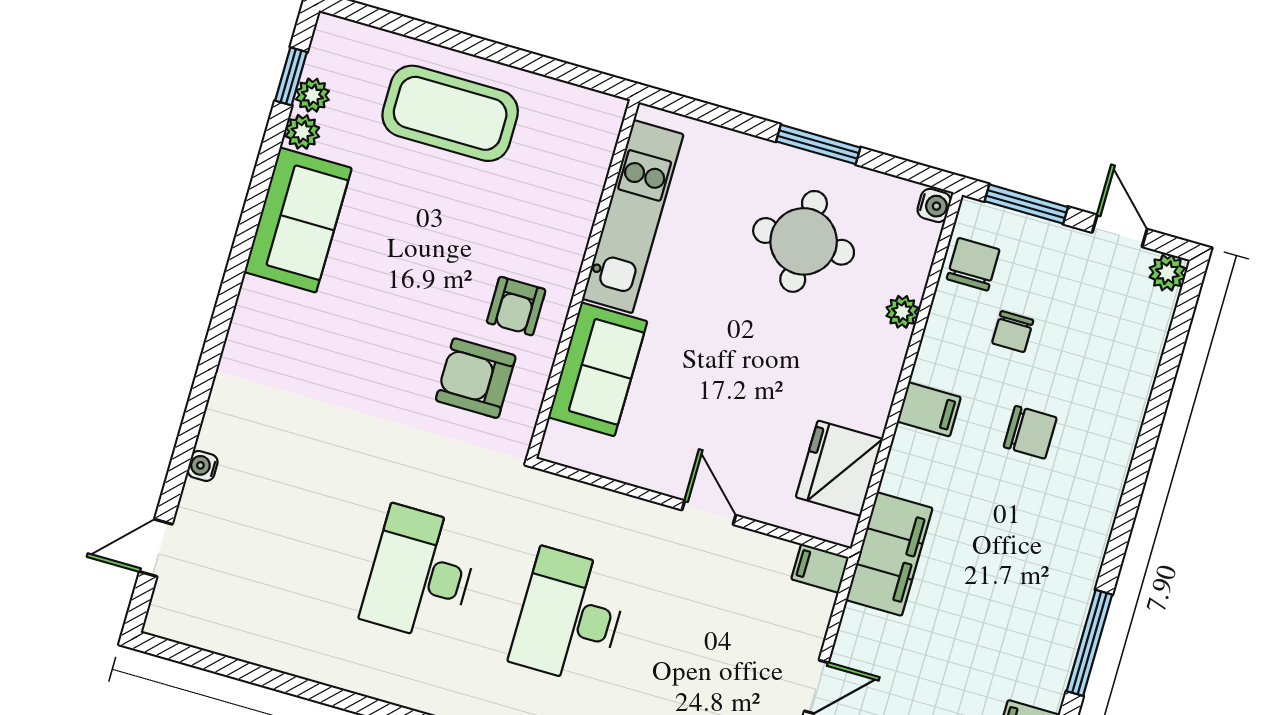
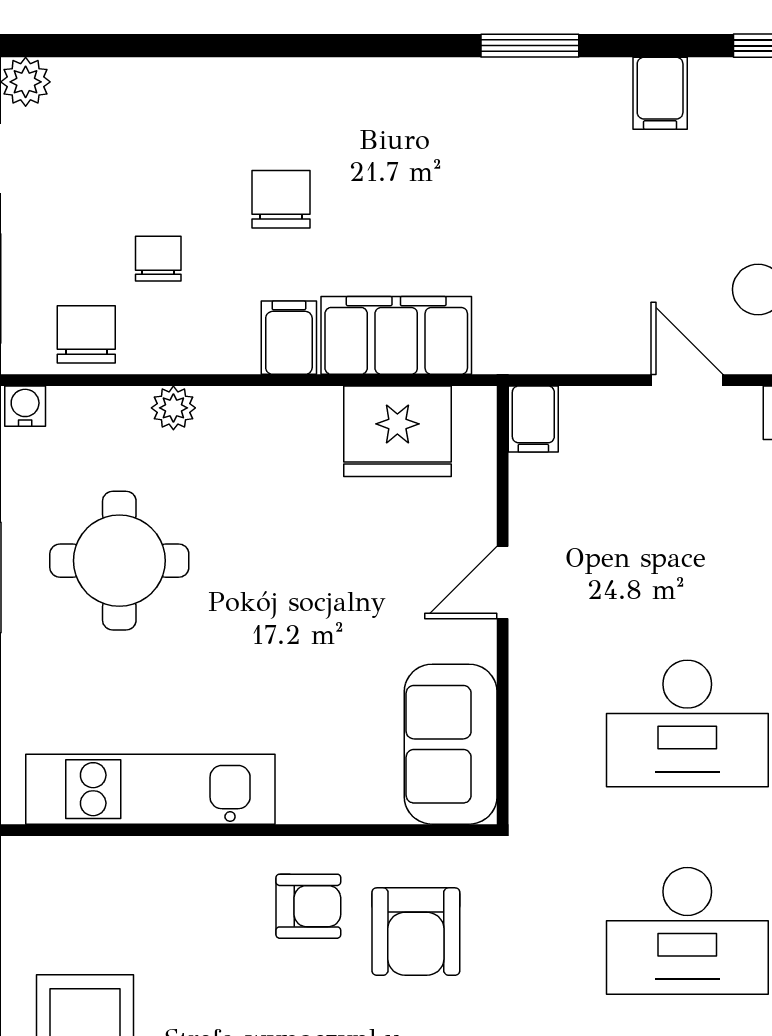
chair: (973, 264) -> (86, 334), turned 90
chair: (1013, 332) -> (158, 259), turned -90
sofa: (598, 369) -> (451, 744), moved, turned -90
filing cabinet: (889, 554) -> (396, 335), moved
window: (1089, 643) -> (530, 46), width x0.69

